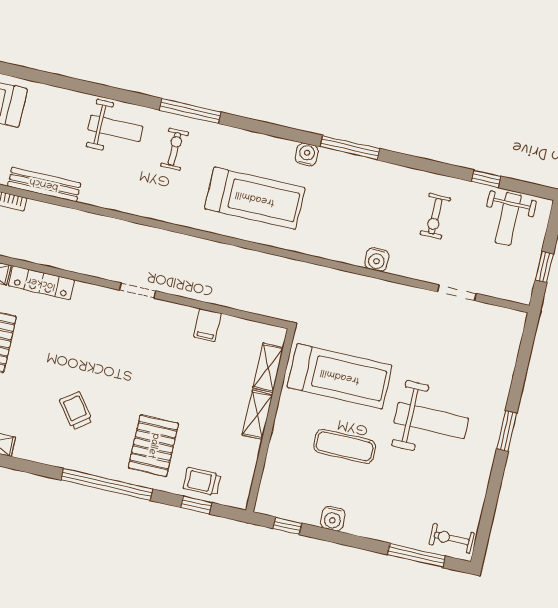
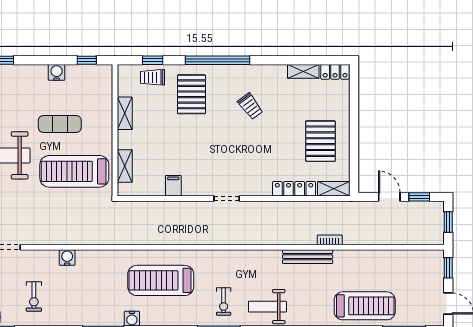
exercise bike: (435, 216) -> (34, 296), turned 180
shelving: (257, 415) -> (125, 113), moved
trolley: (202, 481) -> (152, 77), turned 180

